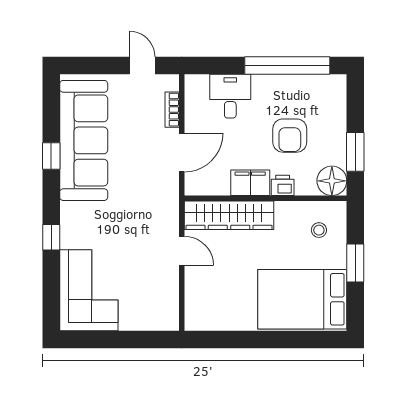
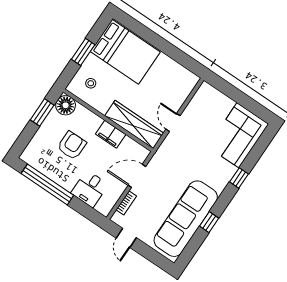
printer: (283, 185) -> (94, 121), removed

